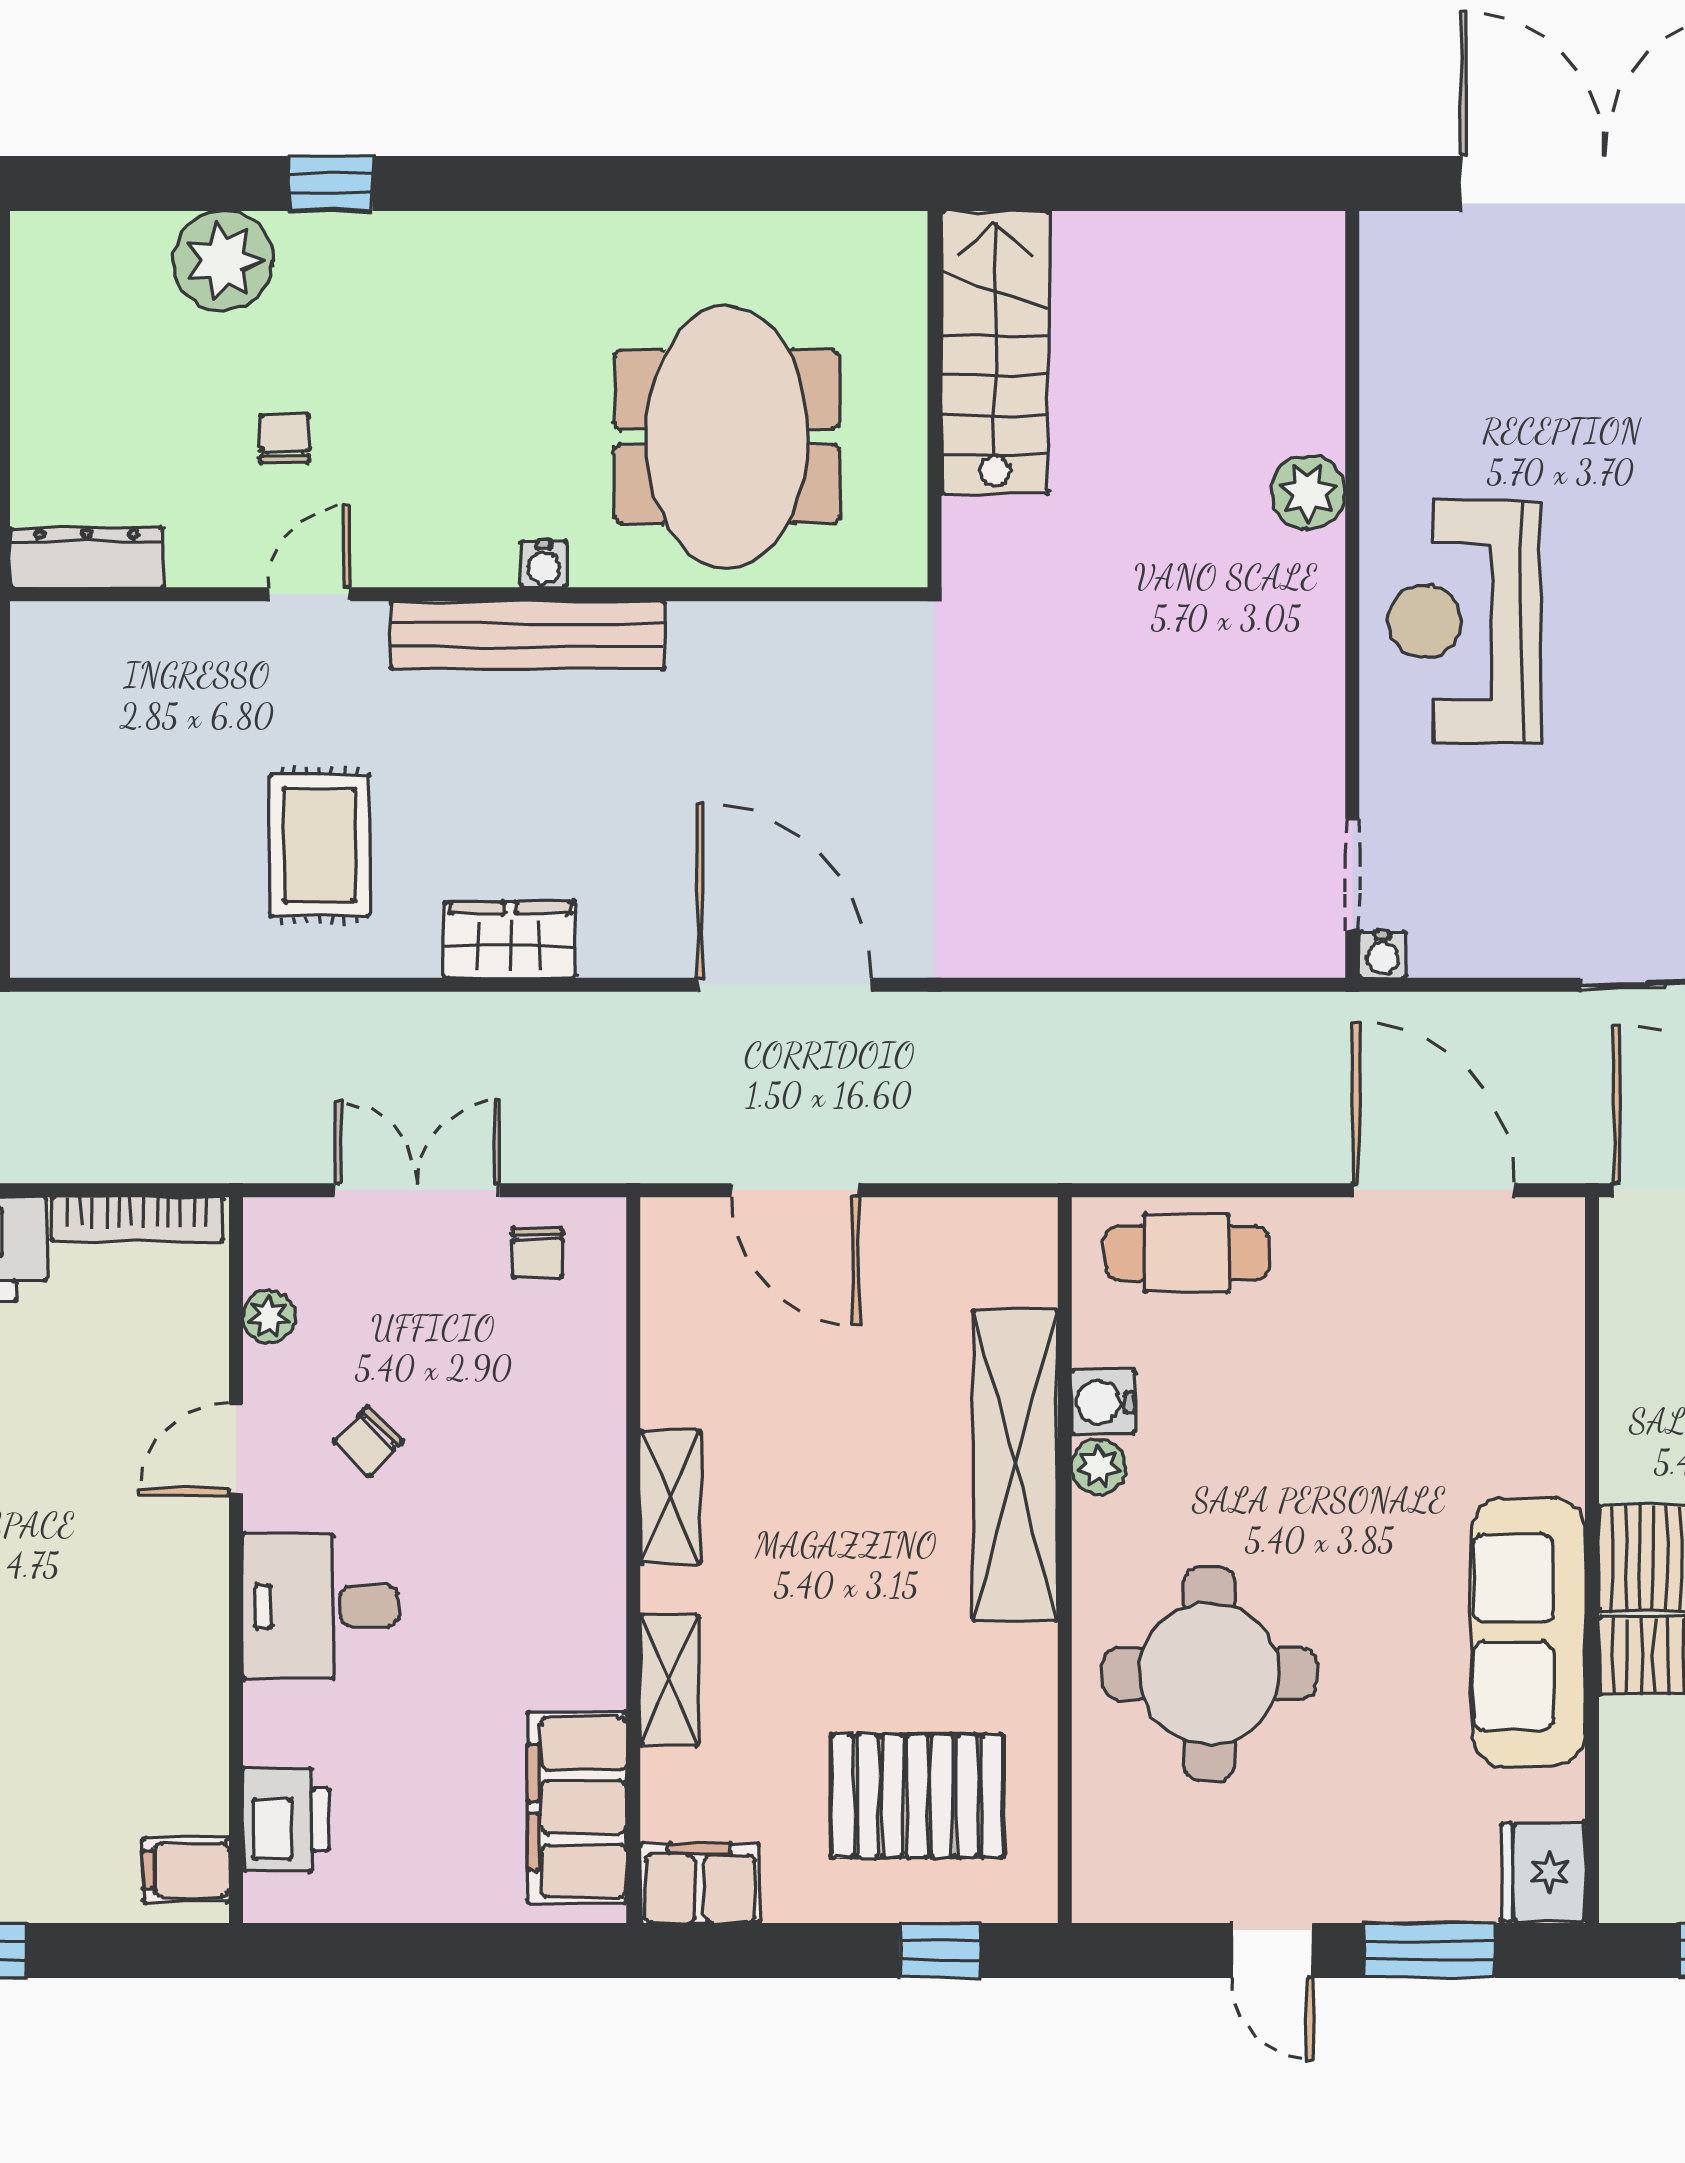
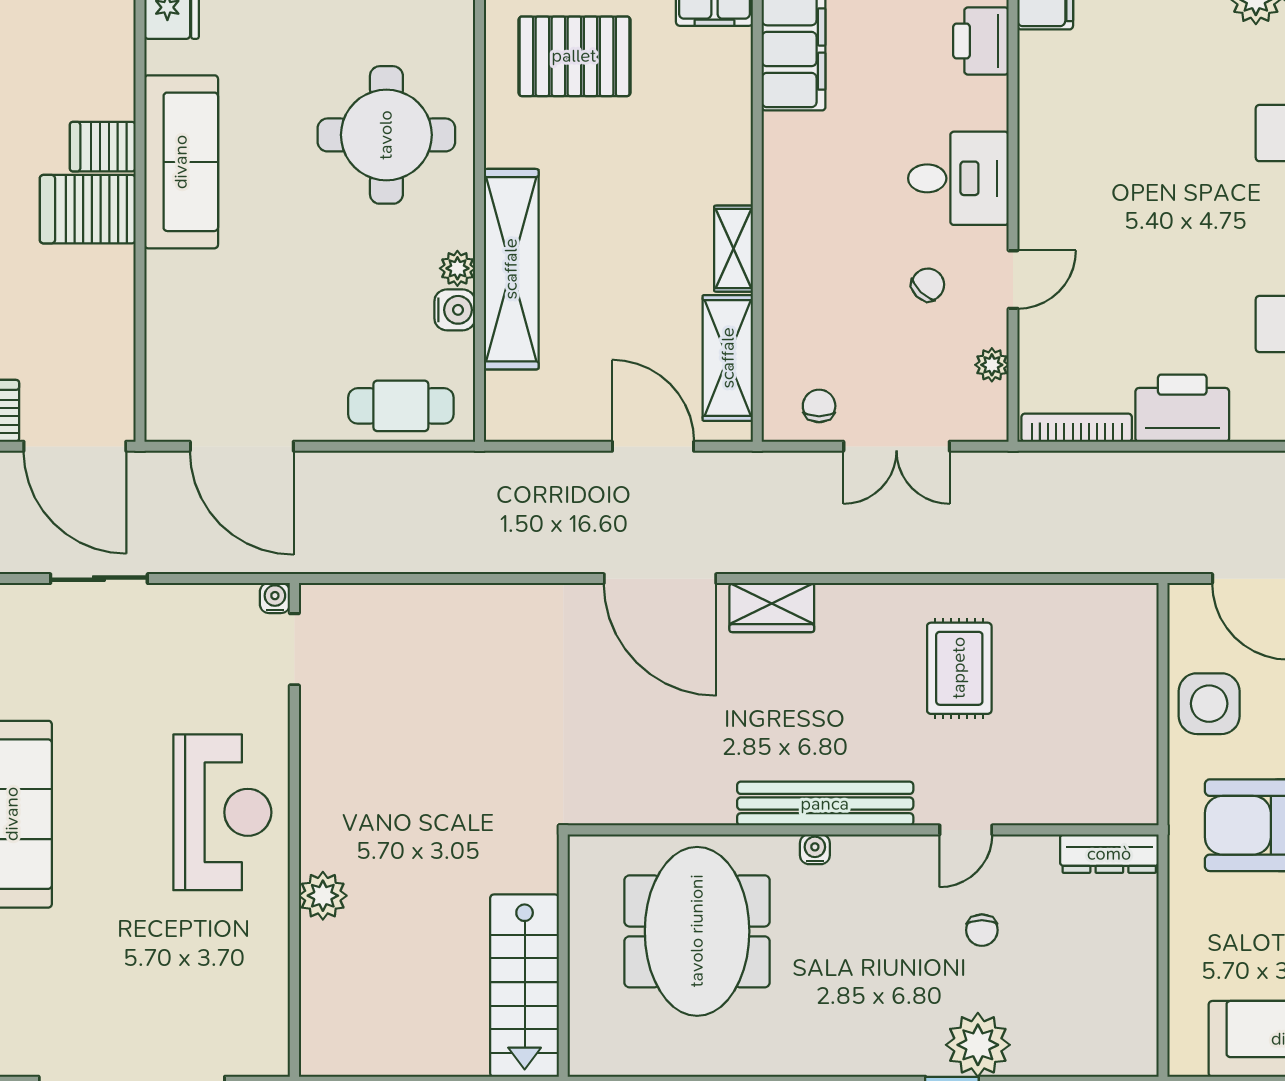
plant: (223, 261) -> (978, 1045), moved
wardrobe: (510, 940) -> (772, 608), moved
shelving: (669, 1680) -> (728, 358), moved, width x1.50, depth x1.33

